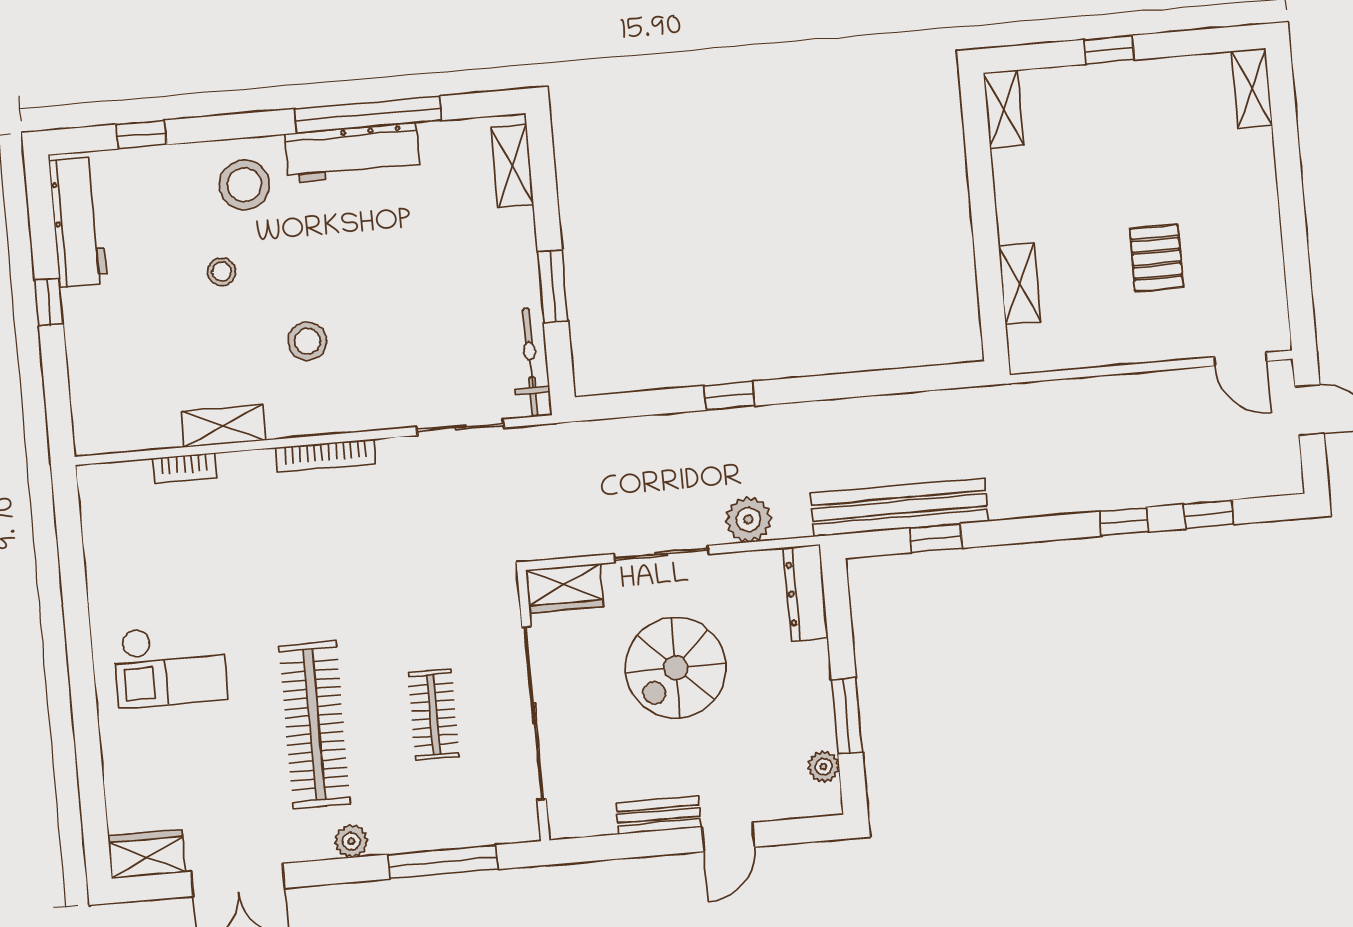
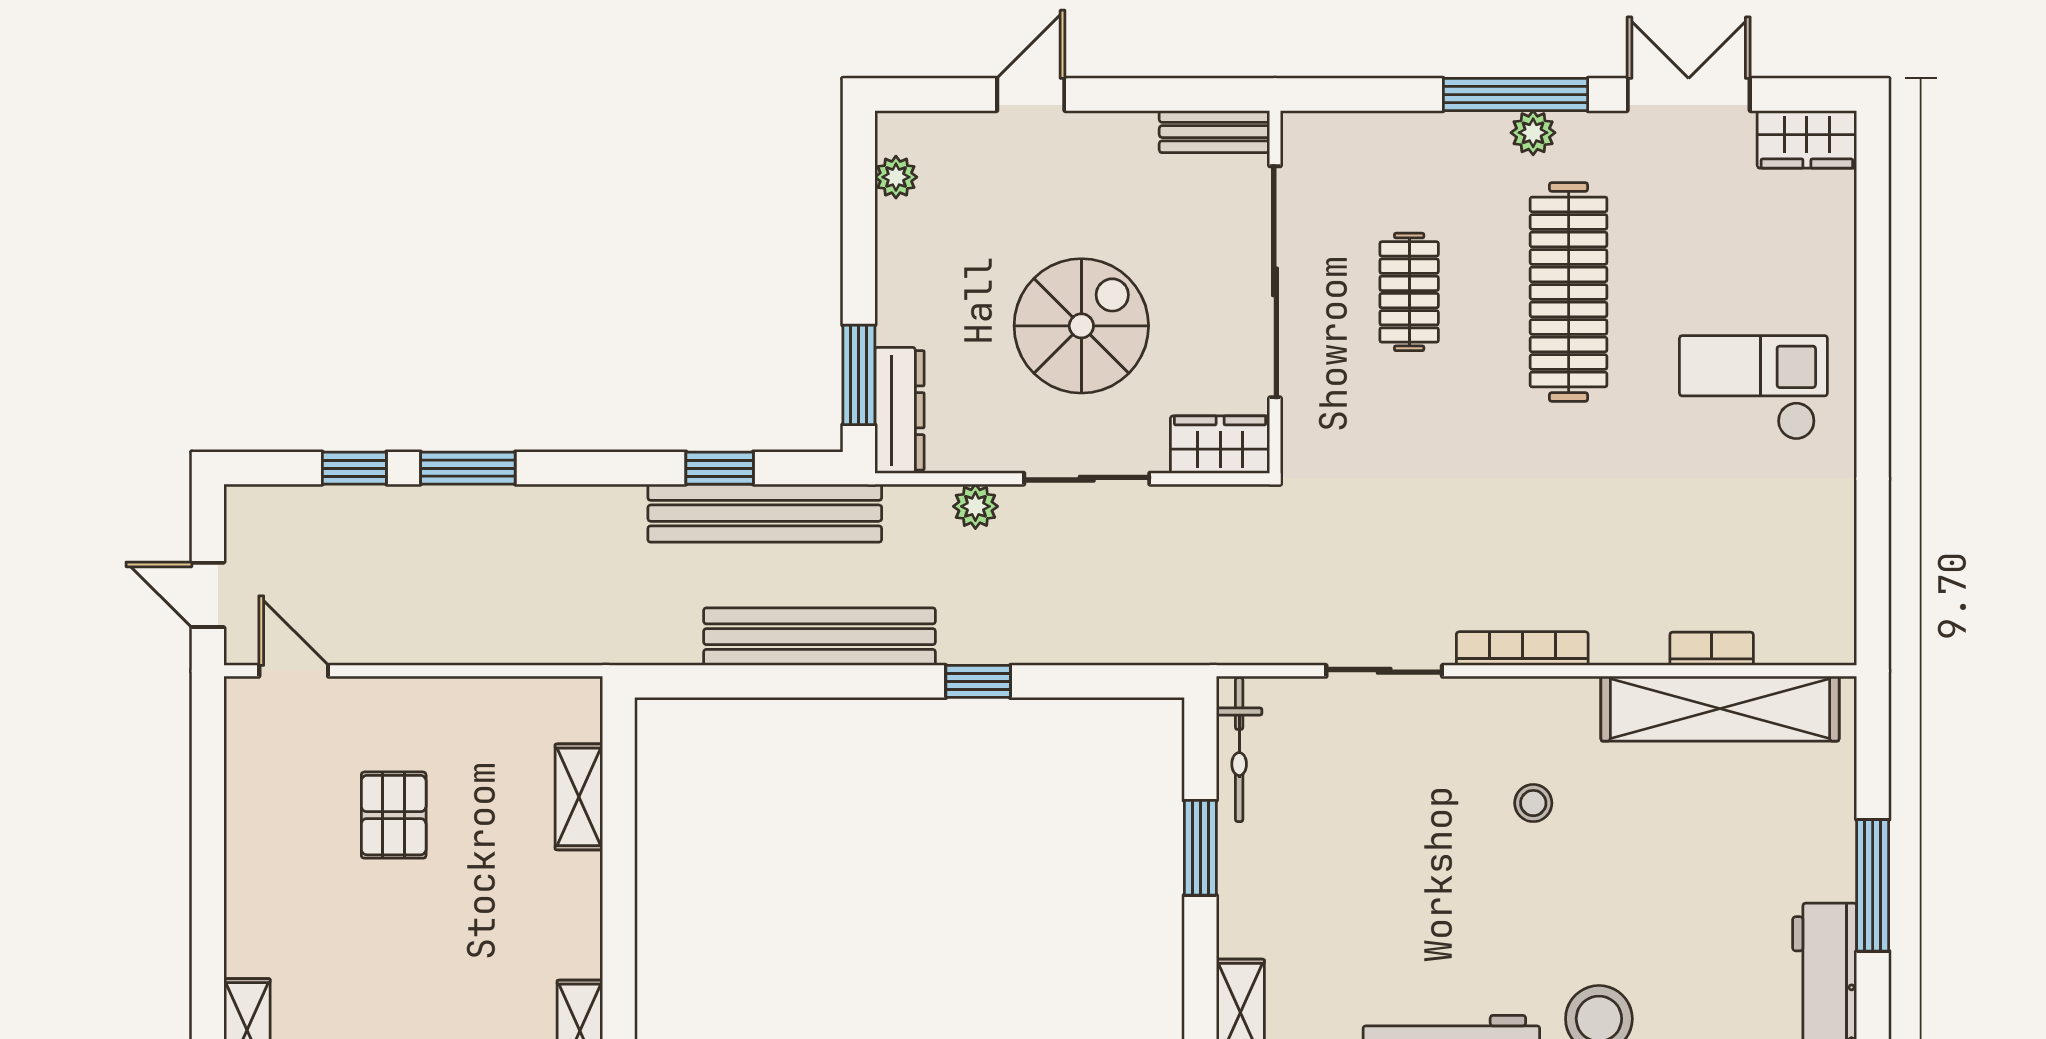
stool: (222, 272) -> (1639, 906), removed
window: (49, 302) -> (1873, 885), width x2.17
stool: (307, 341) -> (1533, 803), width x0.73, depth x0.73
bench: (851, 419) -> (820, 637), added
shelving: (223, 426) -> (1720, 709), width x2.20, depth x1.33
sliding door: (460, 427) -> (1384, 671), moved
plant: (748, 519) -> (975, 506), width x0.73, depth x0.73
window: (1124, 522) -> (468, 468), width x1.50
window: (847, 716) -> (859, 375), moved
bench: (659, 815) -> (1214, 132), moved
window: (443, 862) -> (1515, 95), moved

